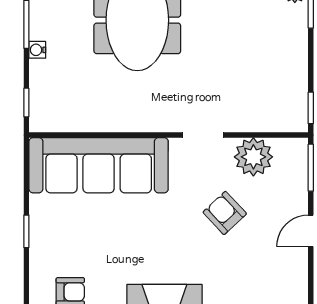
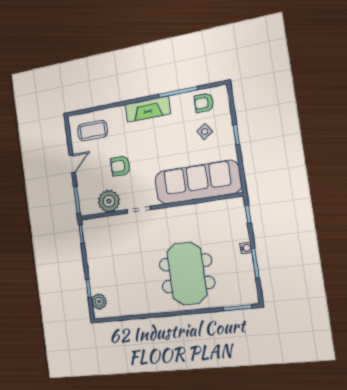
armchair: (225, 213) -> (120, 166), turned 133
side table: (76, 245) -> (205, 132), added
coffee table: (266, 282) -> (93, 131), added

